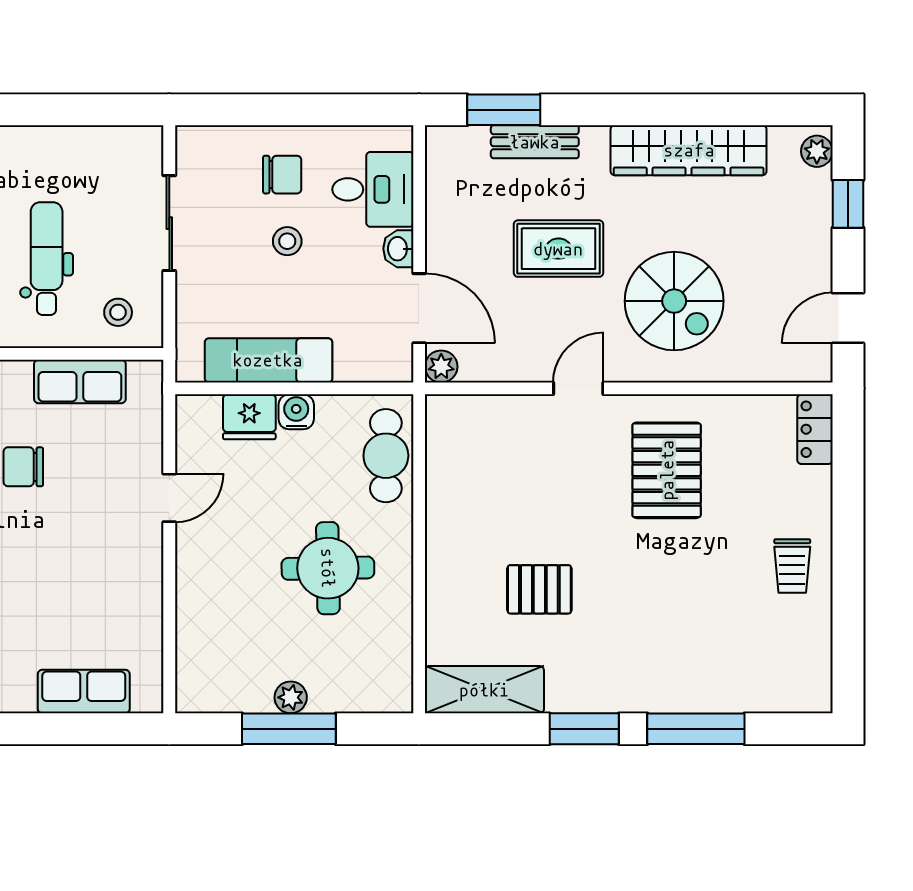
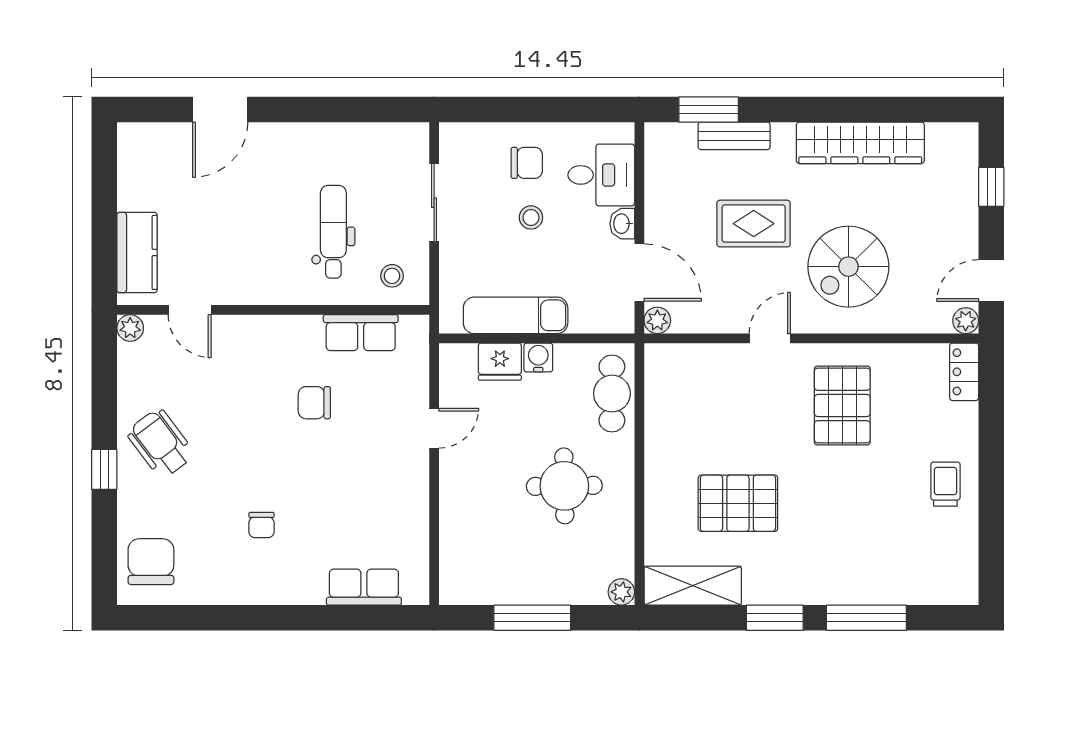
plant: (817, 151) -> (966, 321), moved
spiral stairs: (674, 301) -> (848, 267), turned 90
trolley: (792, 566) -> (945, 484), turned 180
pallet: (539, 589) -> (738, 503), width x1.50, depth x1.42
plant: (291, 697) -> (621, 592), moved

